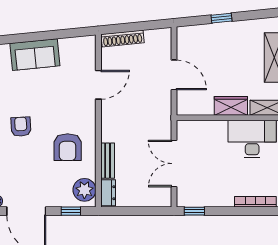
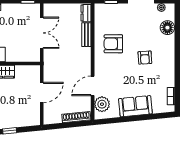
door: (174, 75) -> (42, 93), swing flipped
armchair: (68, 147) -> (113, 44), turned -90
plant: (84, 190) -> (102, 104), moved

